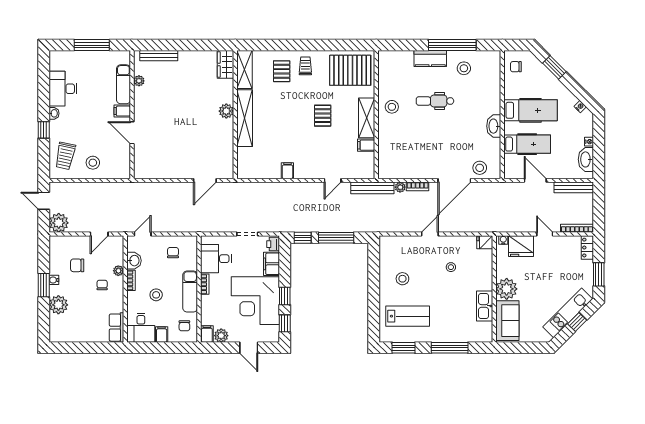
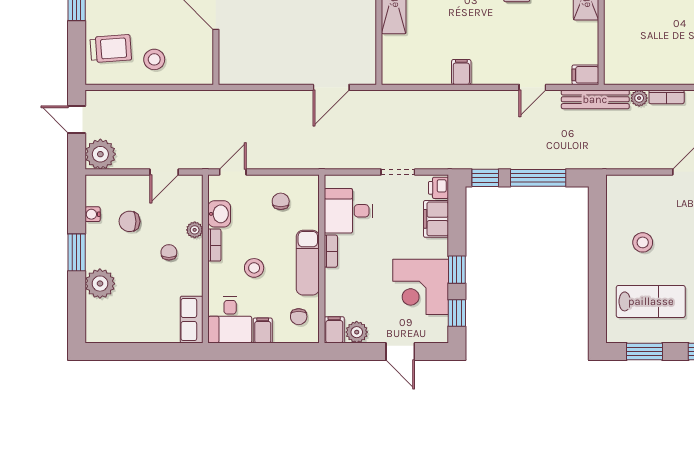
filing cabinet: (366, 145) -> (585, 75), moved
trolley: (65, 156) -> (111, 49), turned -106
water cooler: (54, 280) -> (93, 214), moved
corner desk: (255, 301) -> (421, 287), width x0.74, depth x0.74

